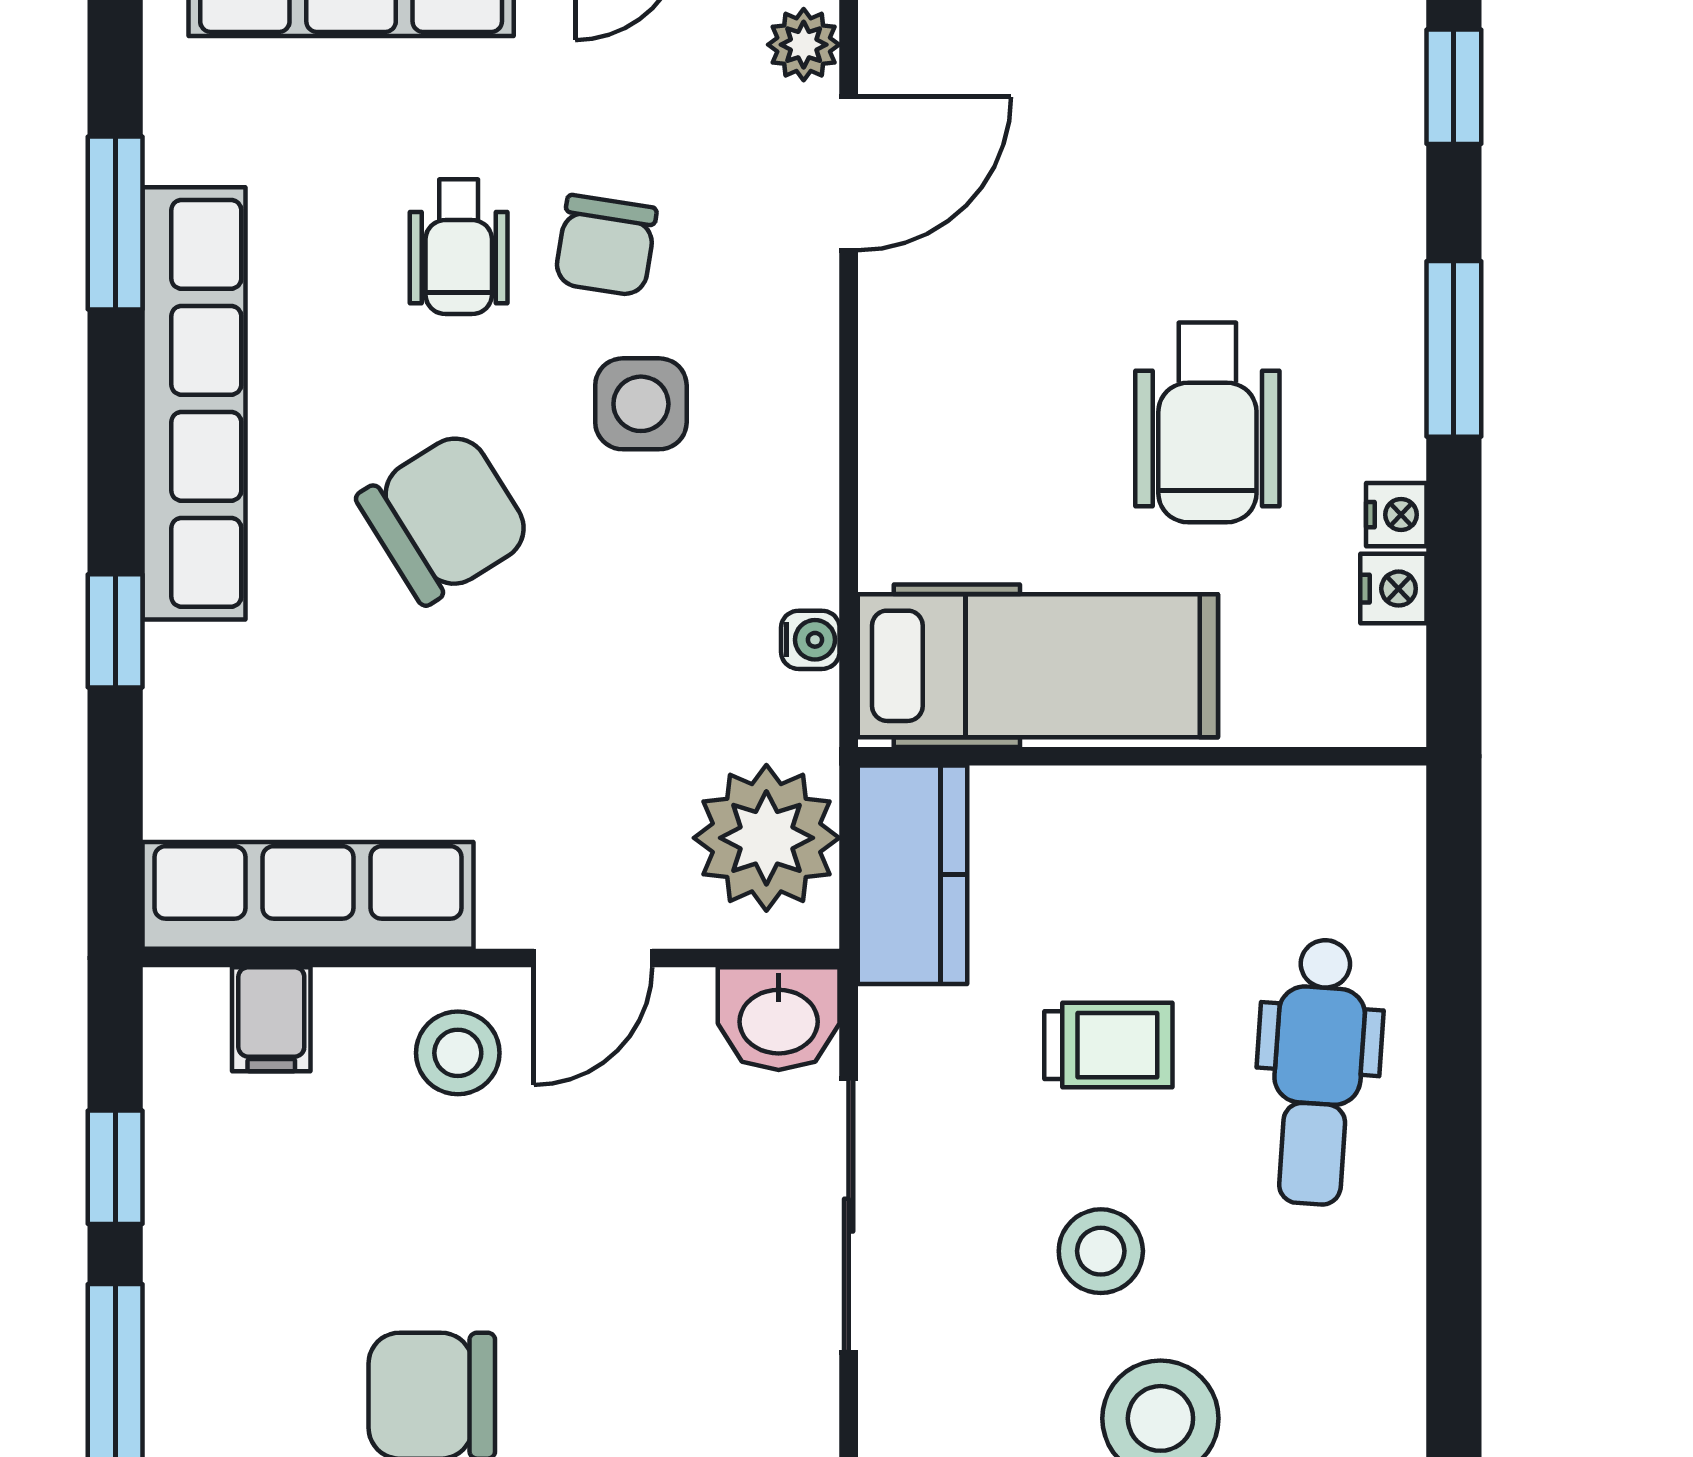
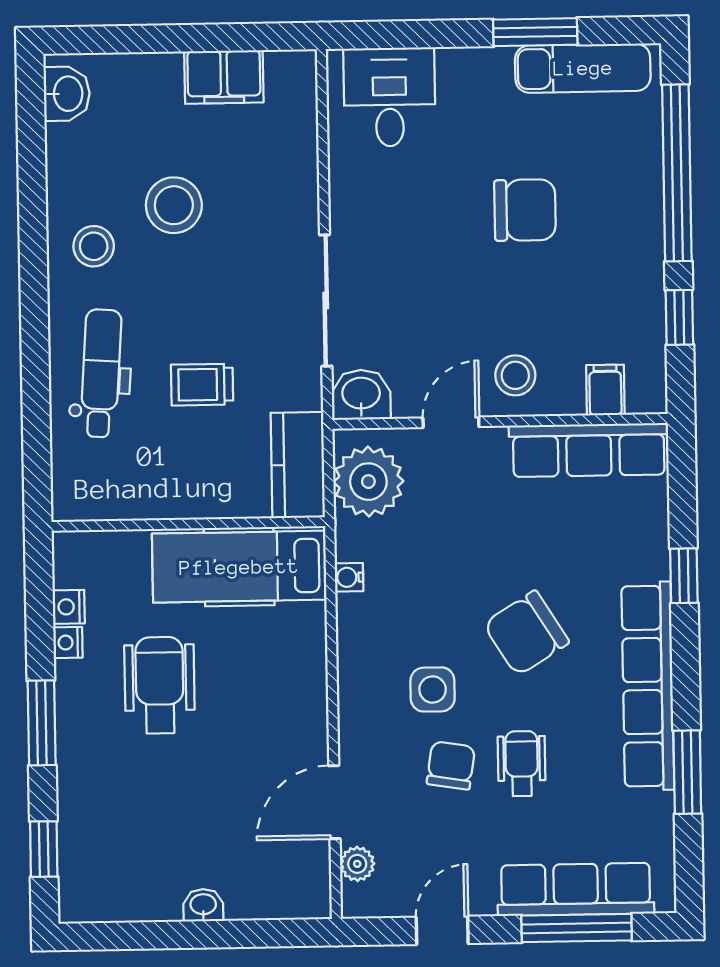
stool: (1101, 1251) -> (94, 246), moved

